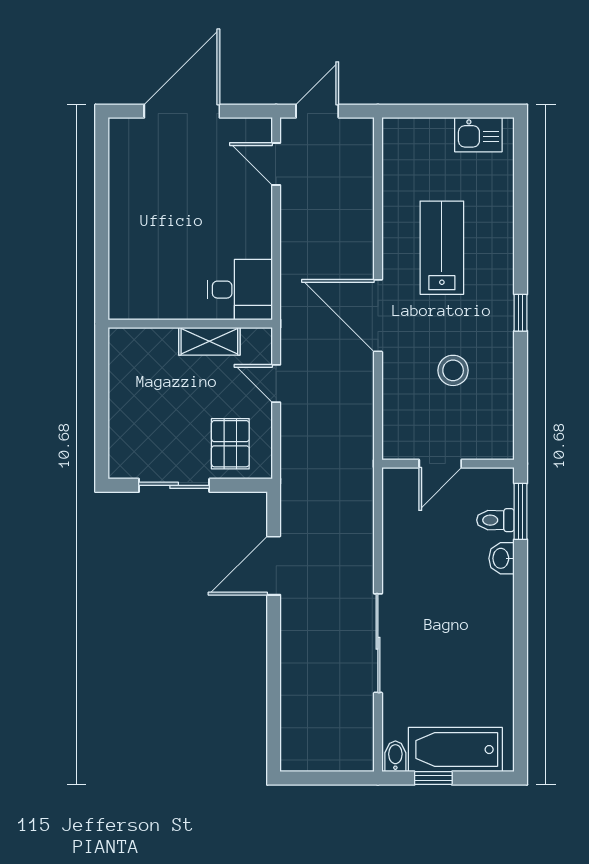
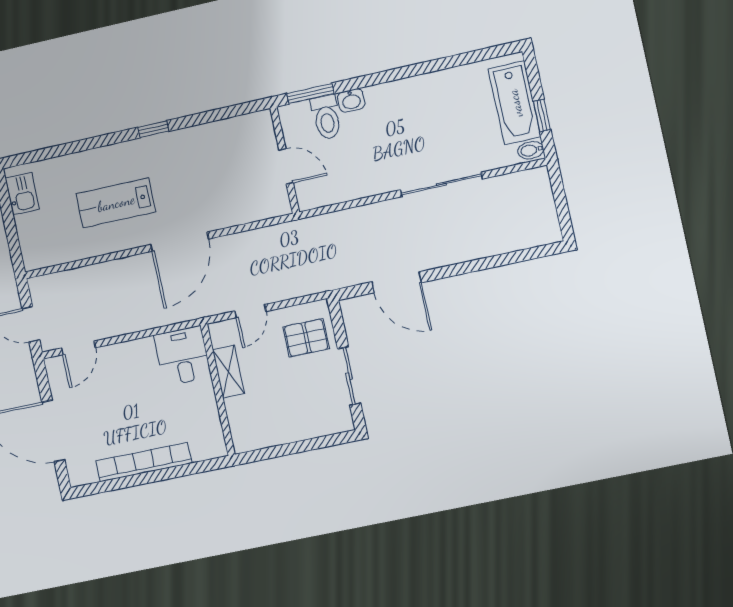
bookcase: (122, 215) -> (144, 462), added
stool: (453, 370) -> (210, 173), removed
toilet: (495, 520) -> (326, 117), width x1.37, depth x1.39

